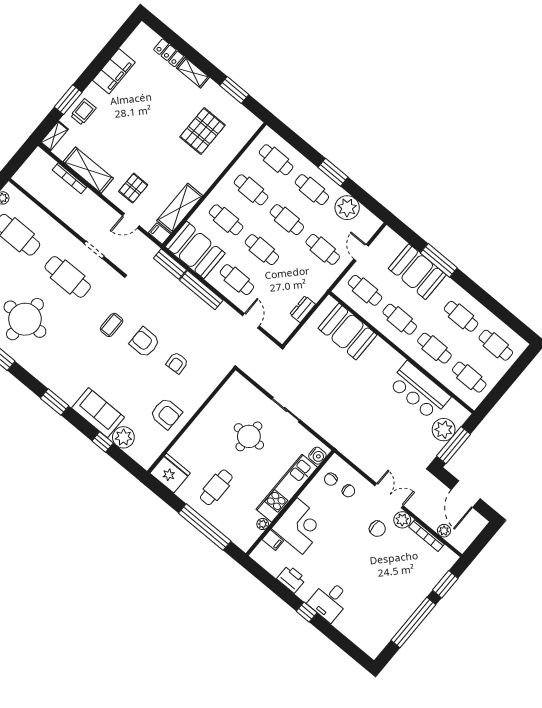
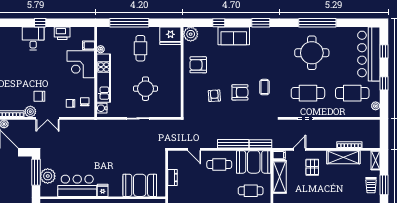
cafe table: (262, 250) -> (219, 191), removed
fridge: (395, 361) -> (103, 190), added
plant: (123, 437) -> (191, 34), moved

